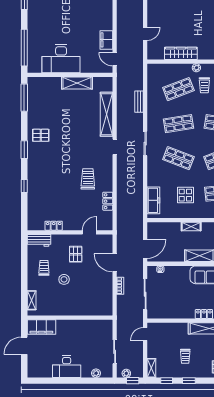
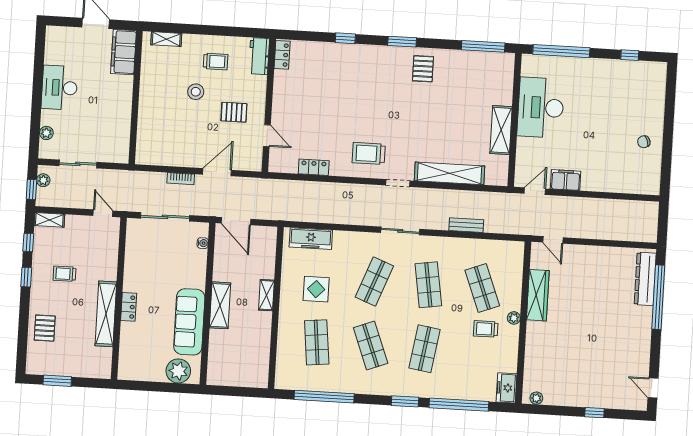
door: (145, 34) -> (553, 240), moved
trolley: (88, 179) -> (369, 153), moved, turned 180
locker: (54, 226) -> (282, 55), moved

